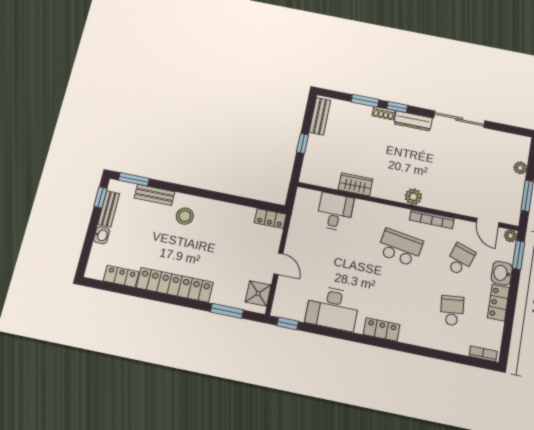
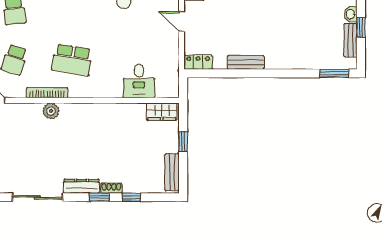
window: (365, 101) -> (132, 197), width x0.67
wardrobe: (355, 184) -> (162, 112), moved
bench: (155, 195) -> (246, 62), moved
window: (101, 197) -> (361, 27), moved
plant: (413, 197) -> (51, 111), moved
stool: (185, 216) -> (278, 48), removed

